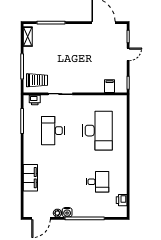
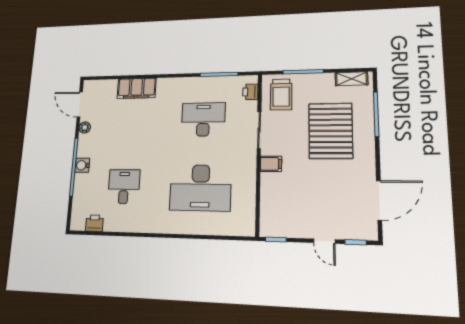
pallet: (61, 50) -> (331, 131), added
filing cabinet: (110, 86) -> (271, 164), moved
desk: (98, 182) -> (124, 187), turned 180
water cooler: (67, 212) -> (82, 165), moved

